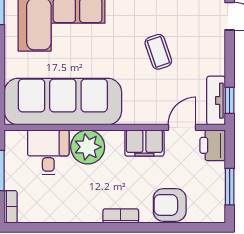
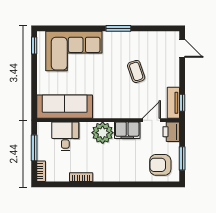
sofa: (63, 102) -> (65, 107), width x0.74, depth x0.79
plant: (88, 147) -> (103, 133), moved
armchair: (170, 205) -> (160, 165), moved
bookcase: (121, 216) -> (81, 177), moved

